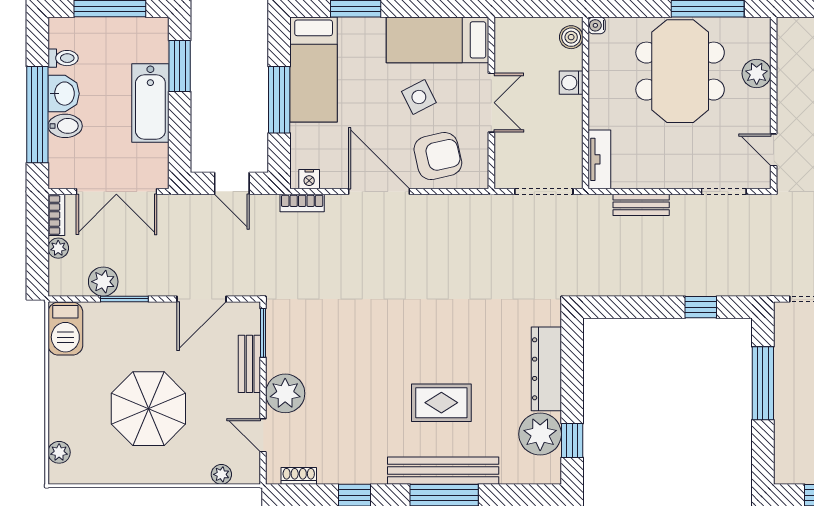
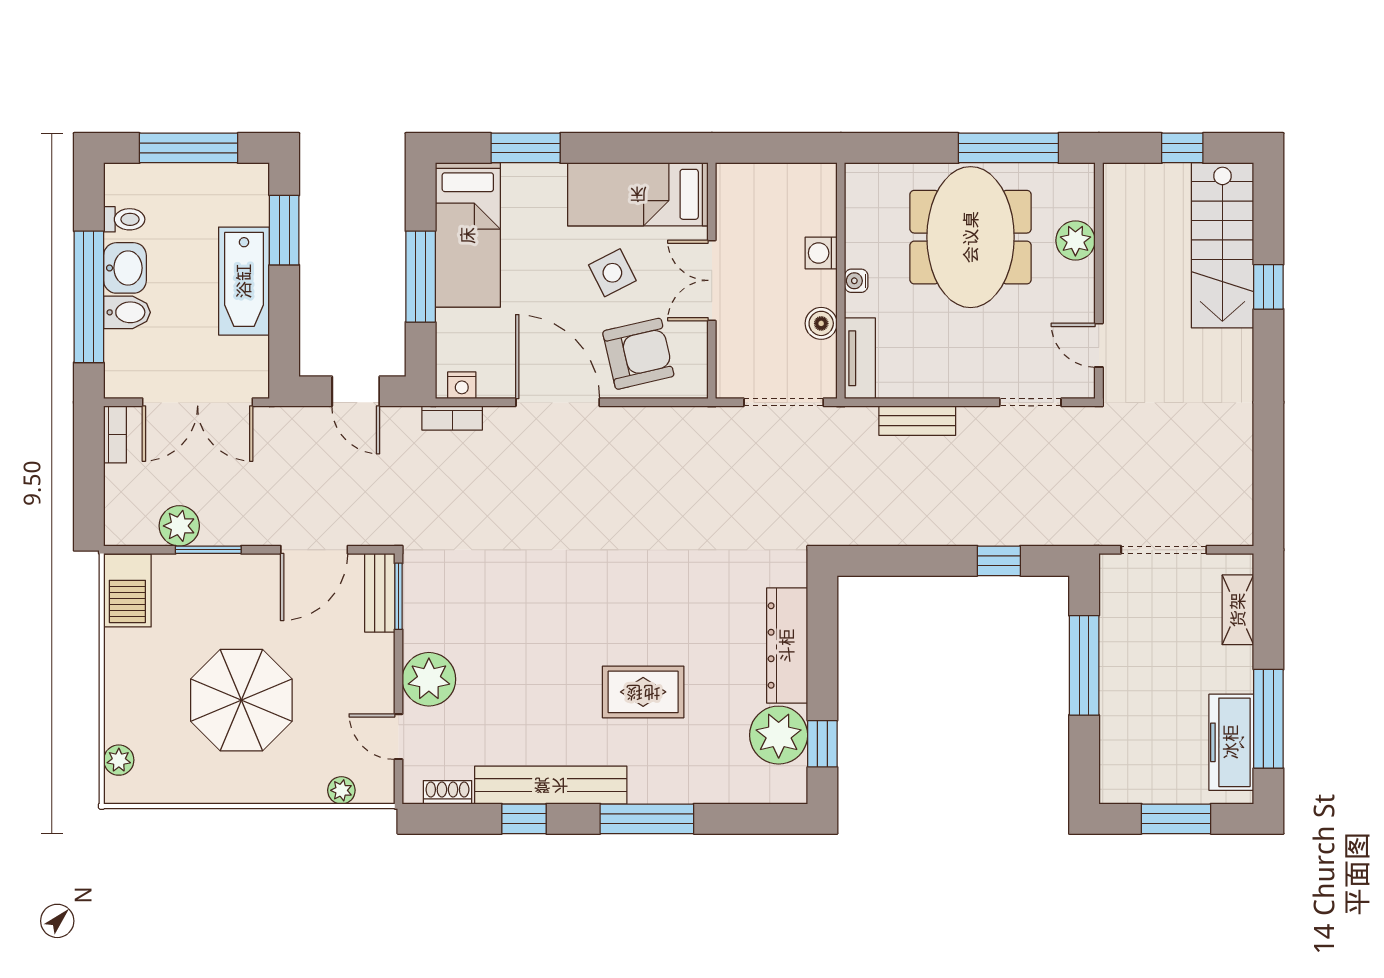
water cooler: (597, 25) -> (856, 281), moved
boiler: (571, 37) -> (821, 323), moved
double door: (491, 103) -> (712, 280), swing flipped
plant: (58, 248) -> (118, 480), removed
bench: (249, 364) -> (380, 593), moved
bench: (443, 471) -> (551, 785), moved

